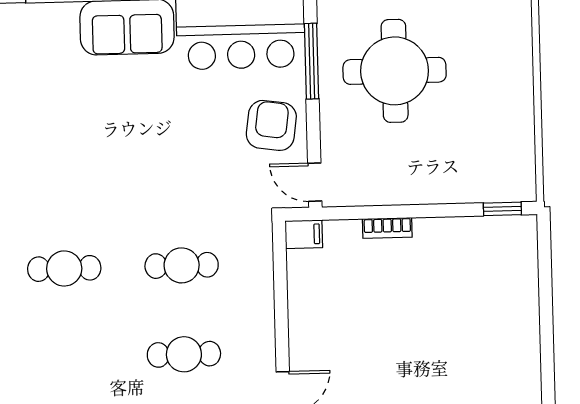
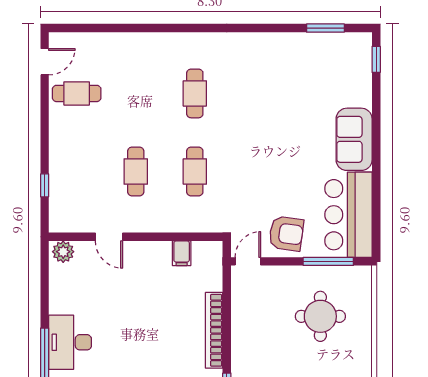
round table: (395, 71) -> (320, 316), width x0.73, depth x0.73
bookcase: (387, 228) -> (214, 330), width x2.31, depth x1.31
filing cabinet: (304, 234) -> (182, 253), moved

